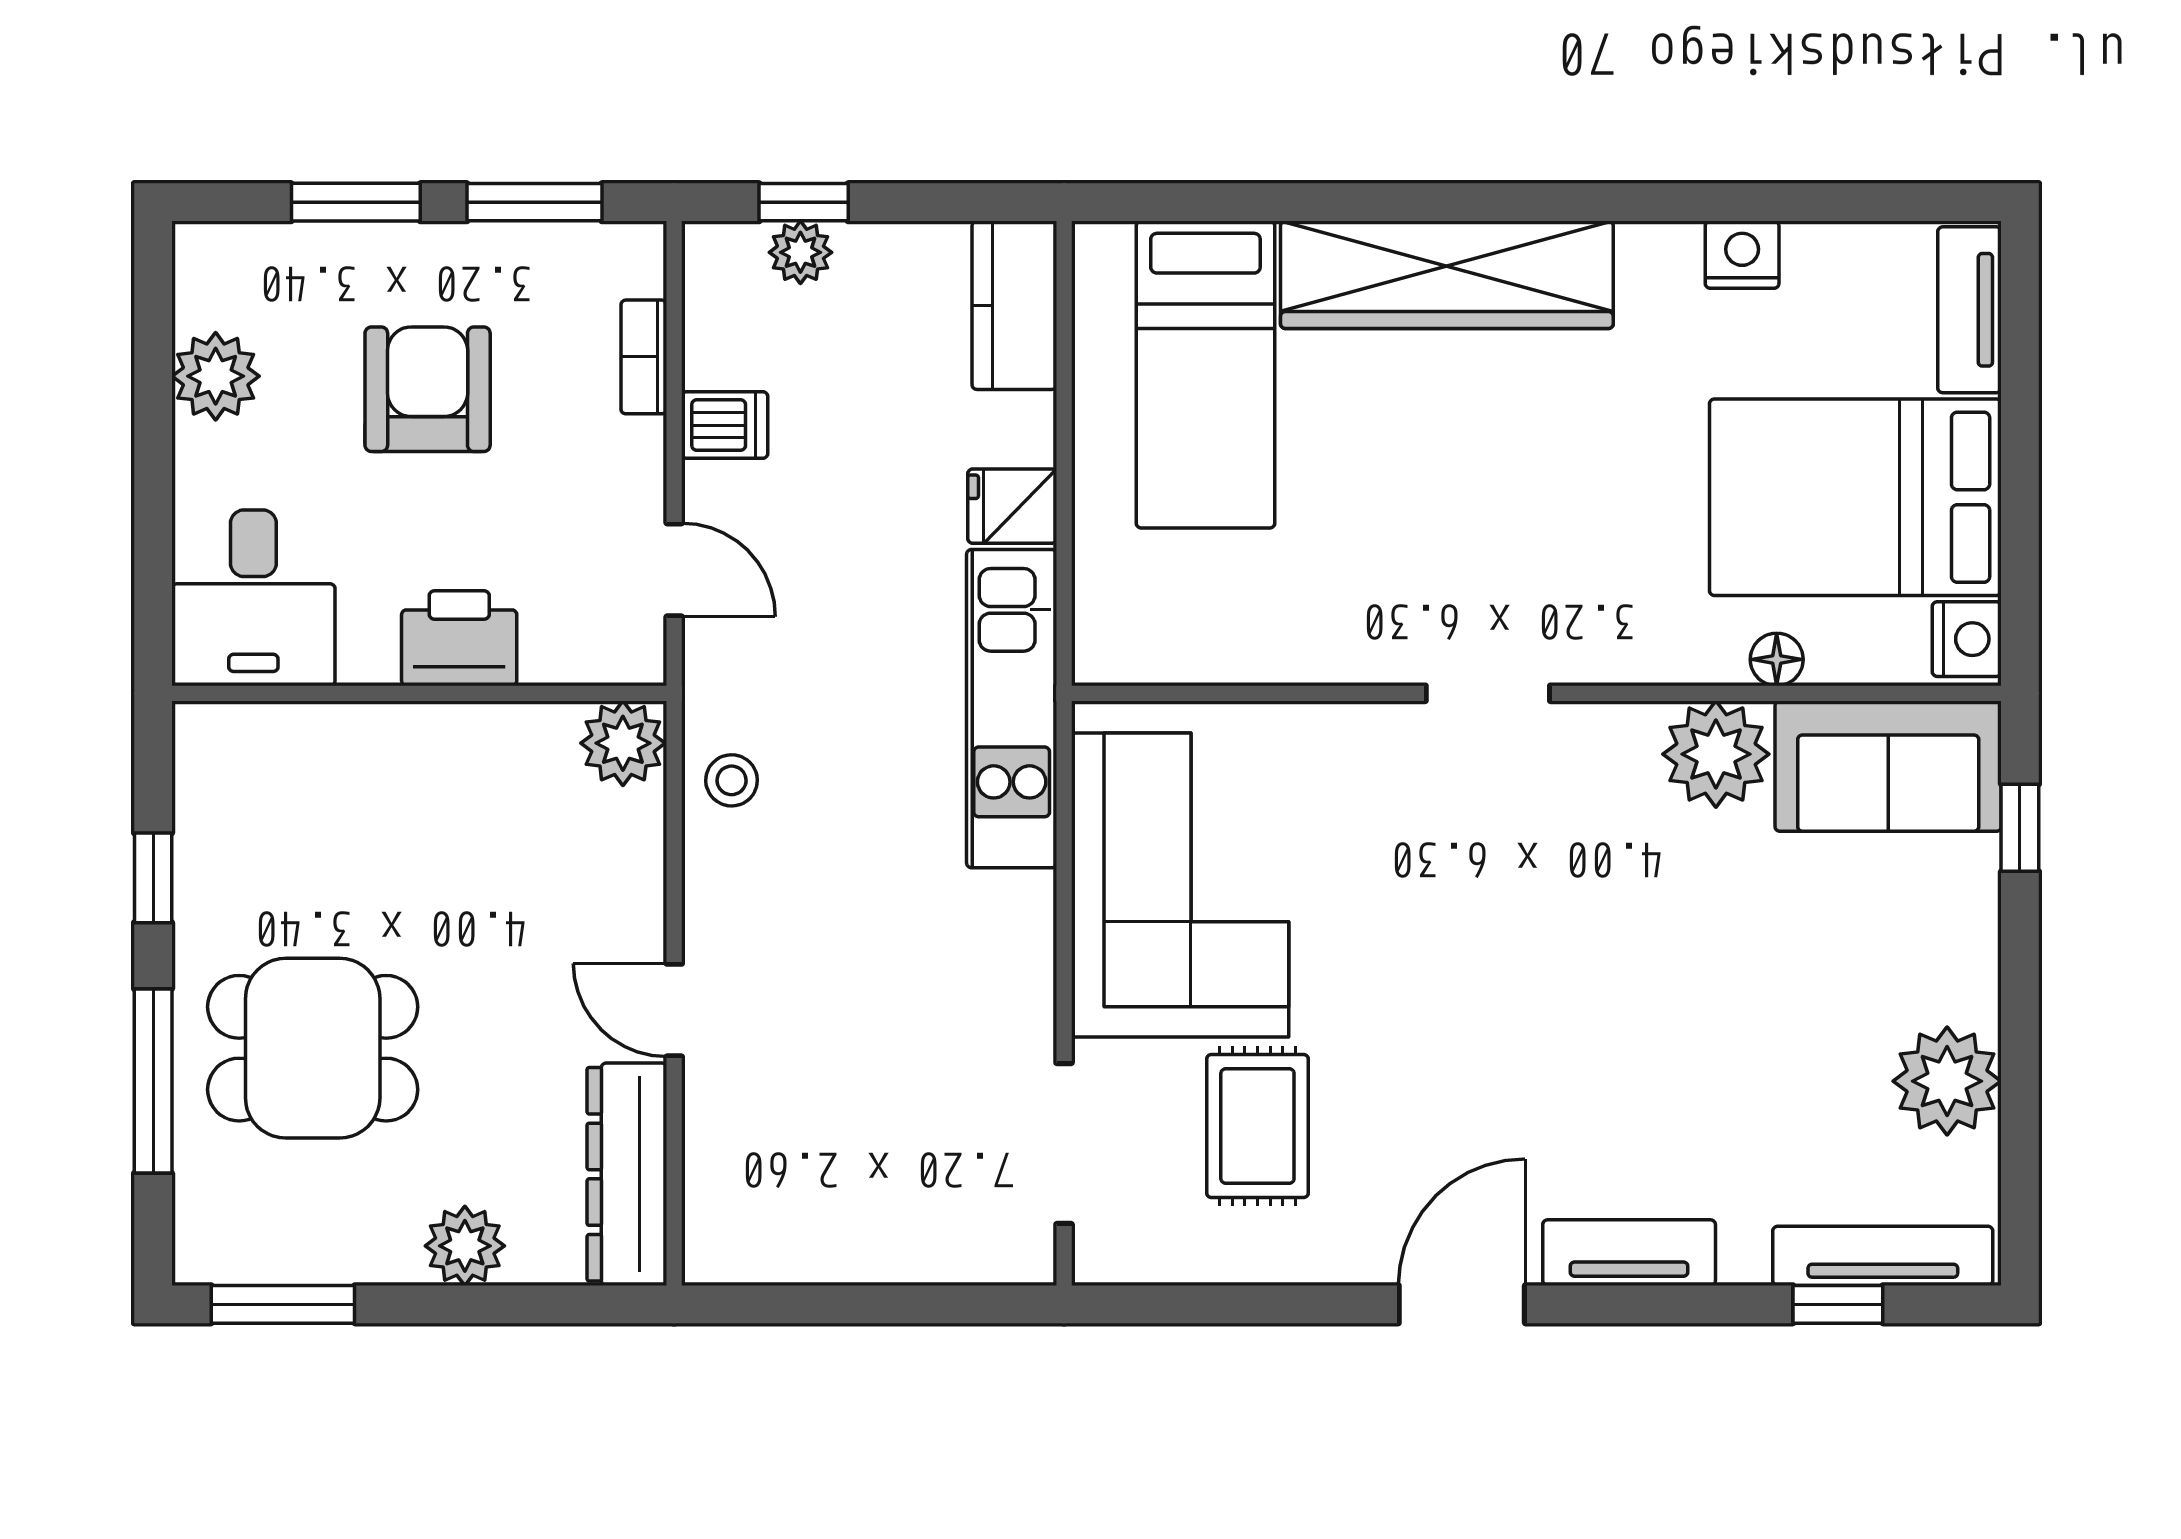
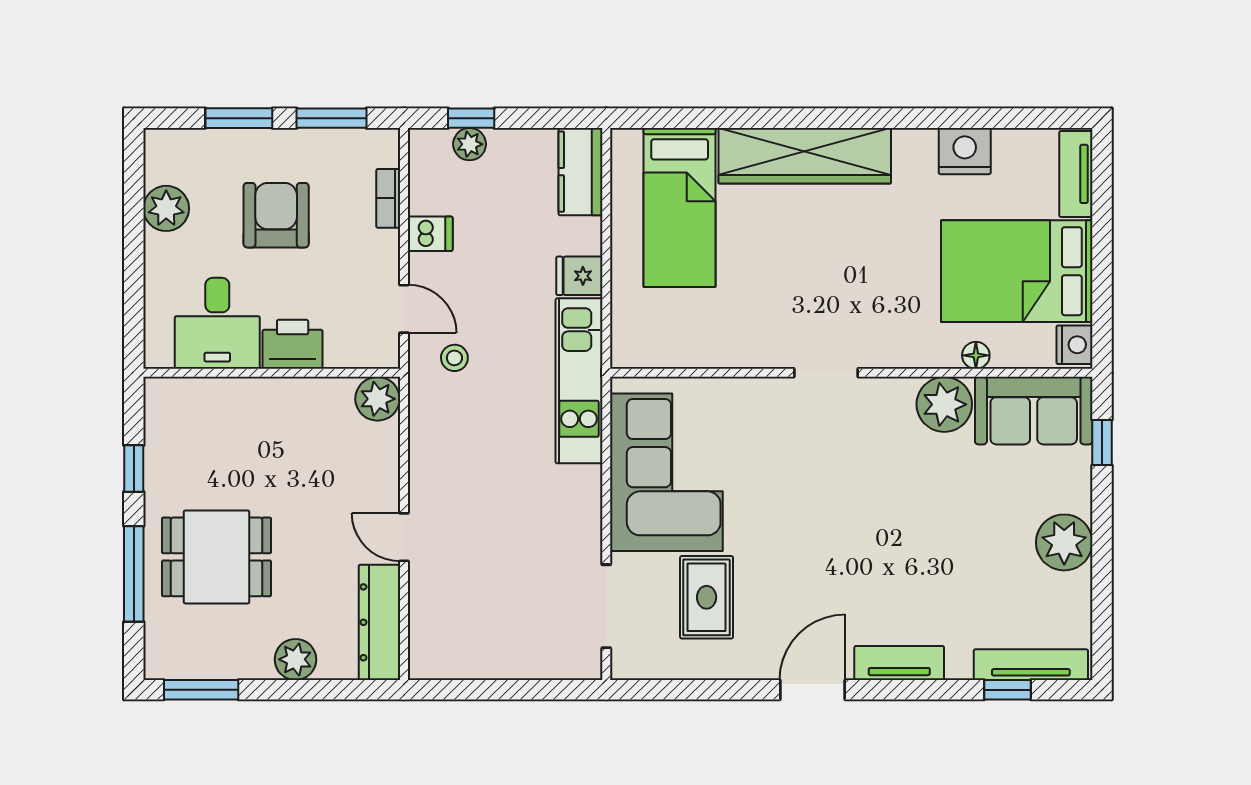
nightstand: (1742, 255) -> (965, 151), width x1.36, depth x1.33
desk: (253, 598) -> (217, 323), moved
stool: (732, 780) -> (454, 358), moved
plant: (1947, 1081) -> (1064, 542), moved

